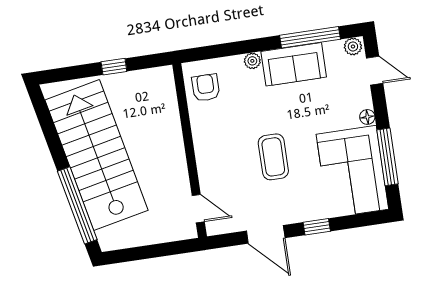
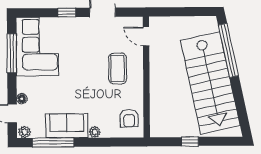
floor lamp: (367, 117) -> (22, 99), moved
coffee table: (273, 157) -> (118, 69), moved

